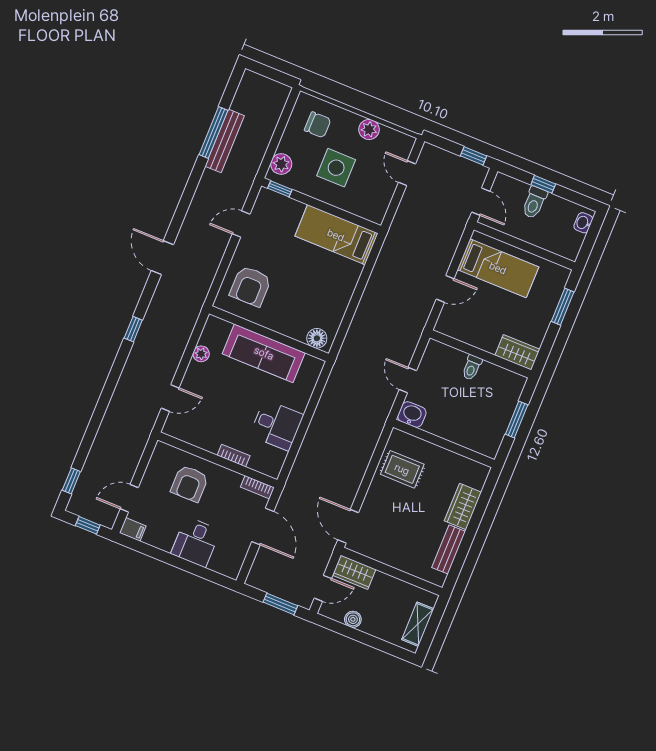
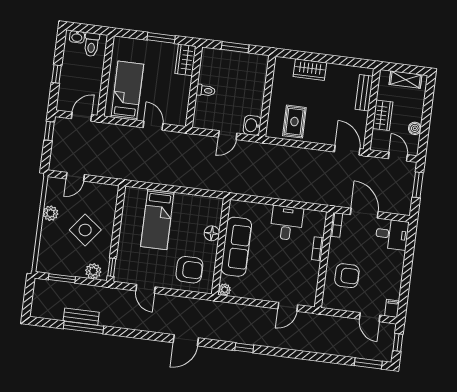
window: (283, 122) -> (62, 278), added
chair: (318, 125) -> (57, 252), removed
bench: (225, 141) -> (81, 317), width x0.73
side table: (336, 168) -> (85, 230), turned 38
toilet: (534, 202) -> (92, 45), moved, turned 90
bed: (336, 235) -> (157, 219), moved
window: (563, 307) -> (161, 38), moved
floor lamp: (317, 338) -> (212, 233), moved
plant: (201, 354) -> (225, 290), moved
door: (170, 398) -> (288, 307), swing flipped
window: (71, 481) -> (368, 363), width x1.50
door: (263, 526) -> (364, 213), hinge flipped
door: (348, 526) -> (347, 150), swing flipped
desk: (196, 542) -> (392, 234), moved
bench: (449, 549) -> (364, 93), moved, turned 90
wardrobe: (354, 572) -> (383, 115), moved

